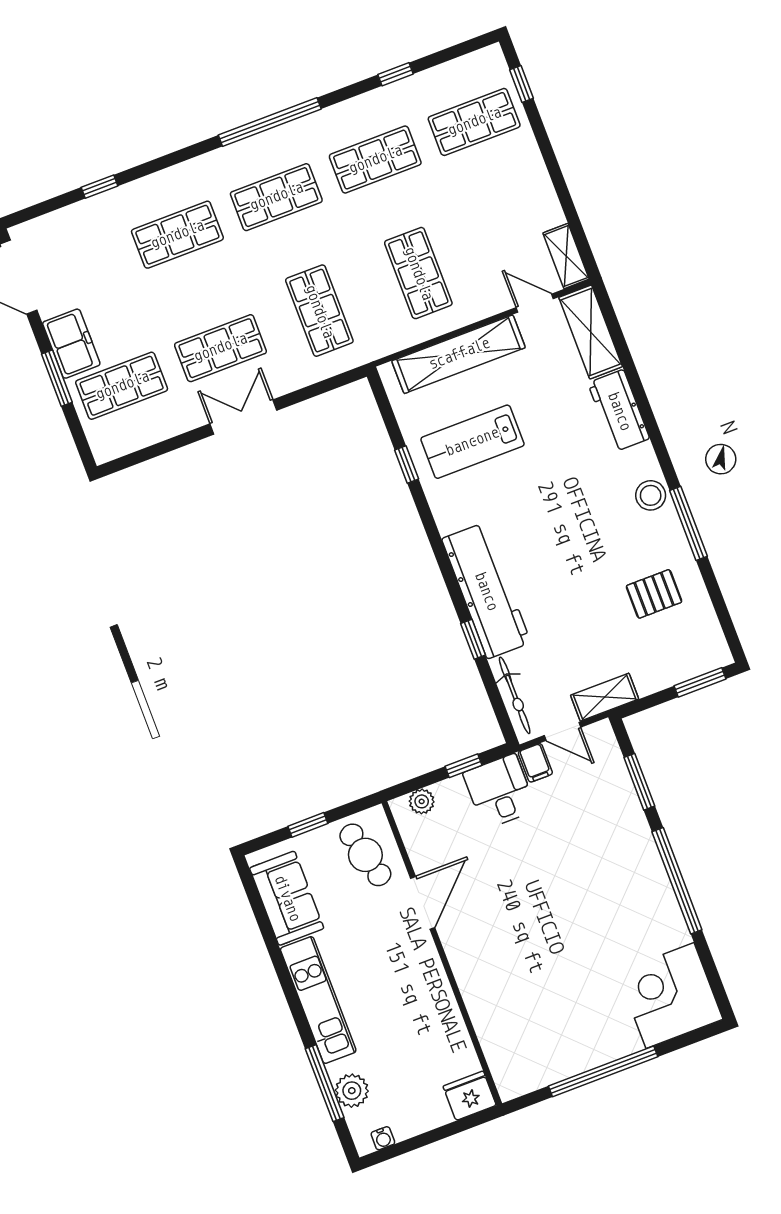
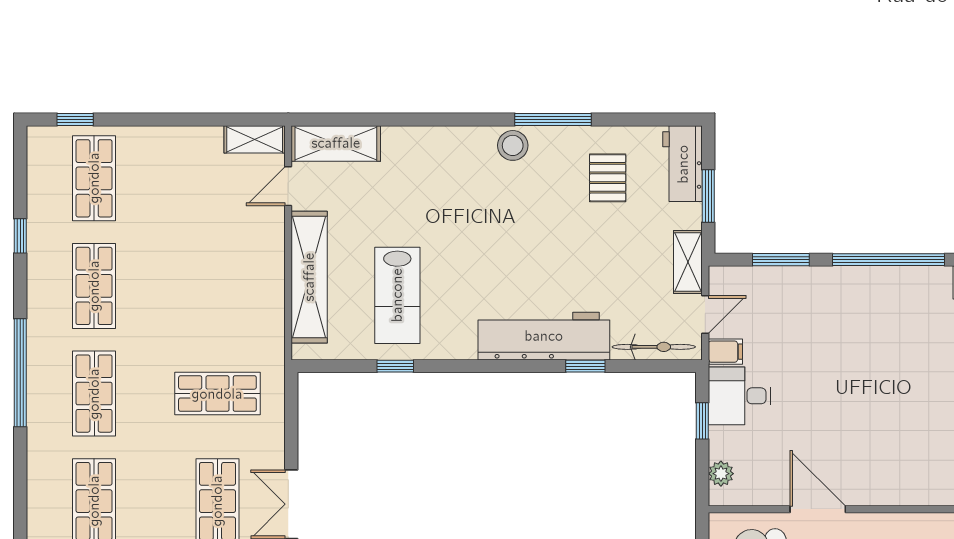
shop shelf: (418, 273) -> (217, 286), removed
workbench: (619, 411) -> (683, 164), moved, turned 90
window: (700, 682) -> (708, 196), moved

